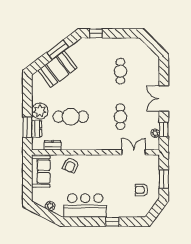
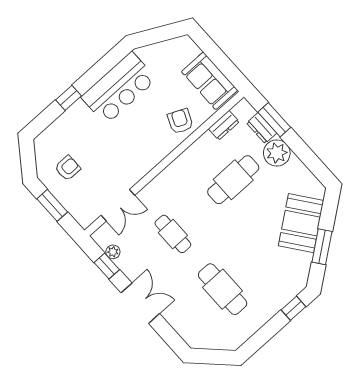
cafe table: (120, 71) -> (223, 289), width x1.37, depth x1.35
plant: (50, 206) -> (161, 49), removed

